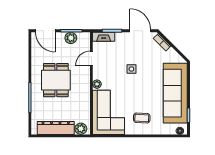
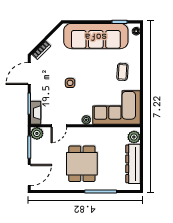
plant: (71, 38) -> (37, 133), moved
door: (91, 59) -> (59, 126), hinge flipped
dining table: (56, 80) -> (82, 164), turned 90

